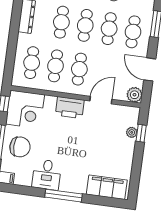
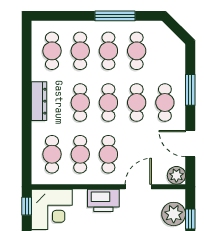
plant: (132, 132) -> (174, 214), width x1.88, depth x1.88

